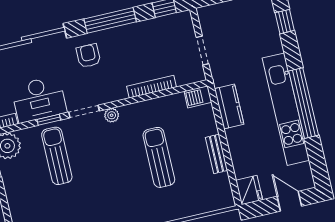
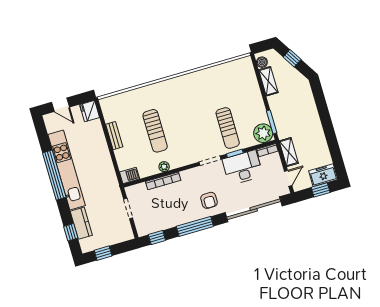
kitchen counter: (229, 106) -> (81, 223), moved, turned 180
plant: (112, 115) -> (164, 167), moved

